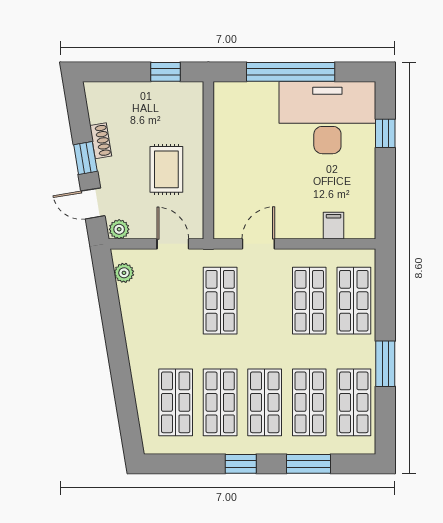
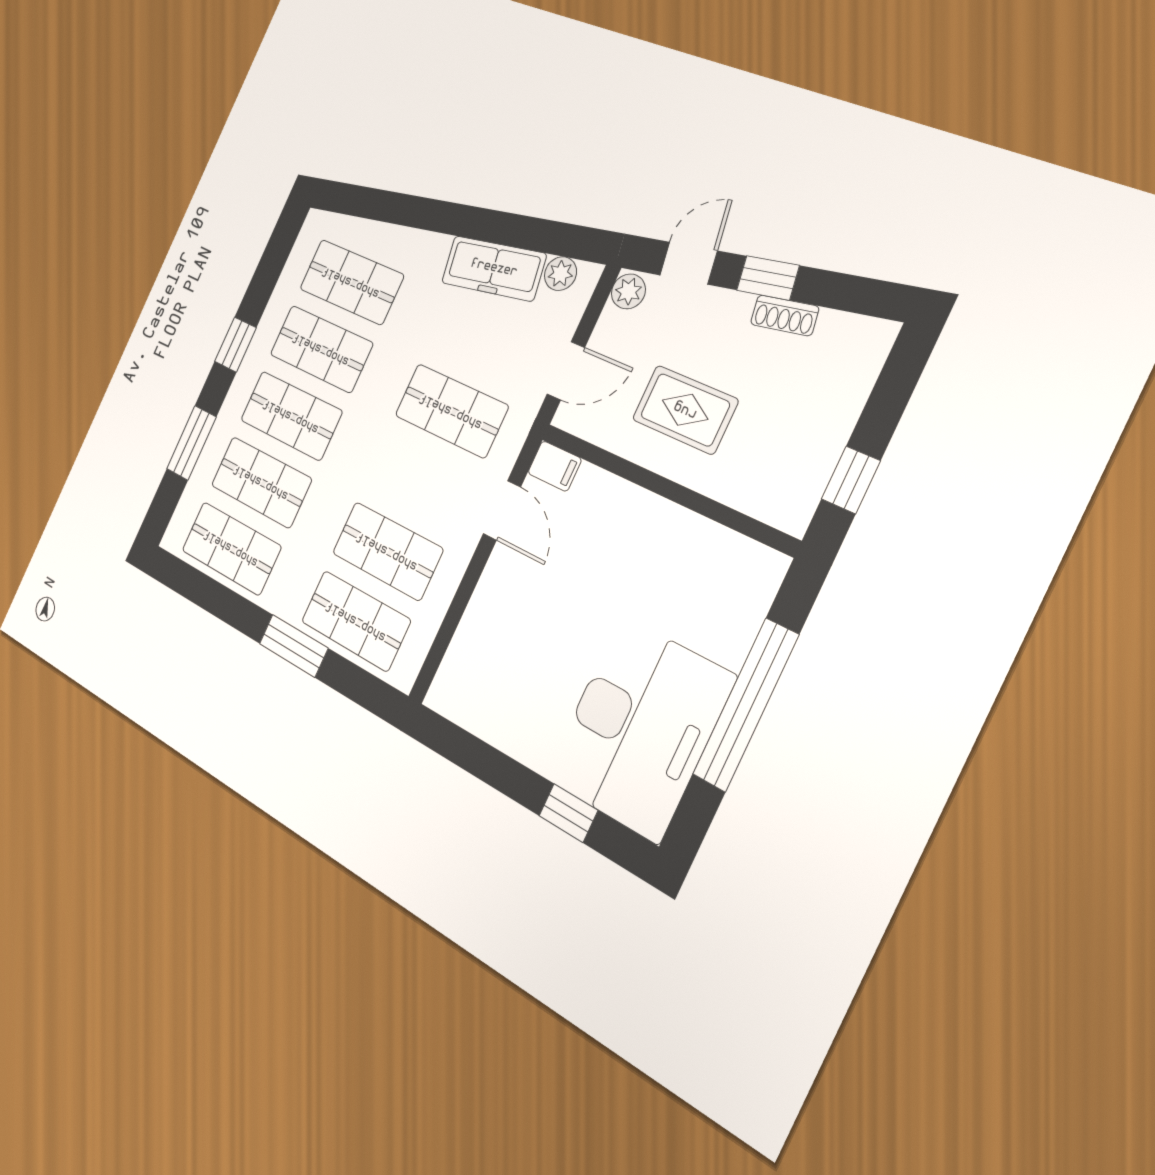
filing cabinet: (334, 226) -> (555, 466), moved
freezer: (135, 314) -> (494, 268), added
window: (385, 364) -> (294, 646), moved

